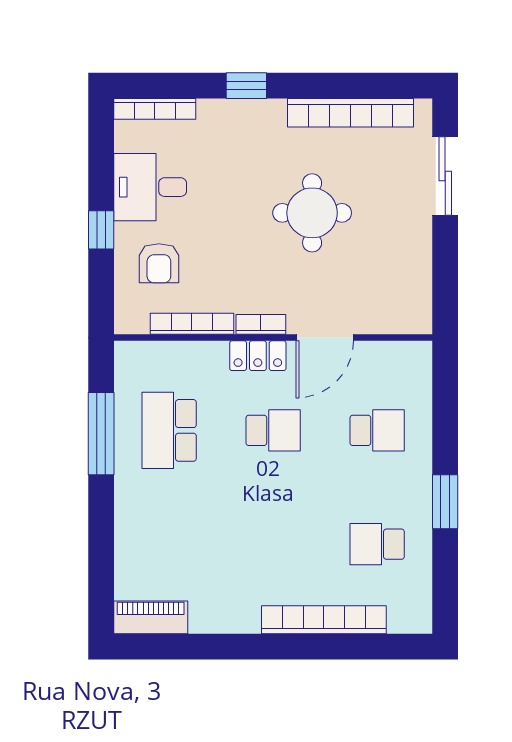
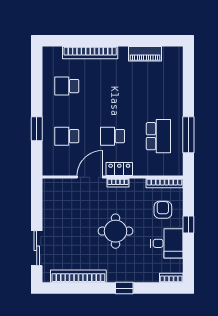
bookcase: (155, 109) -> (171, 278), width x0.64
round table: (312, 213) -> (115, 231), moved
bookcase: (192, 324) -> (164, 183), moved
window: (445, 502) -> (37, 129), moved
school desk: (377, 544) -> (67, 86), turned 180
piano: (151, 617) -> (145, 54), moved

